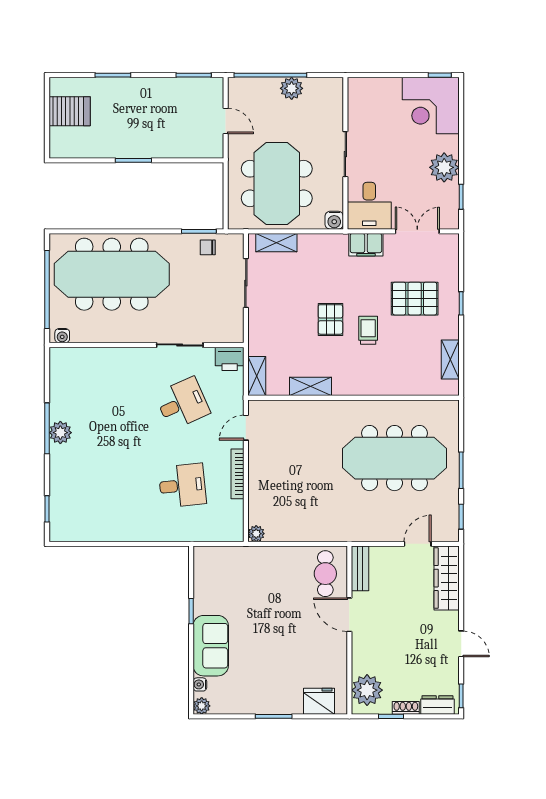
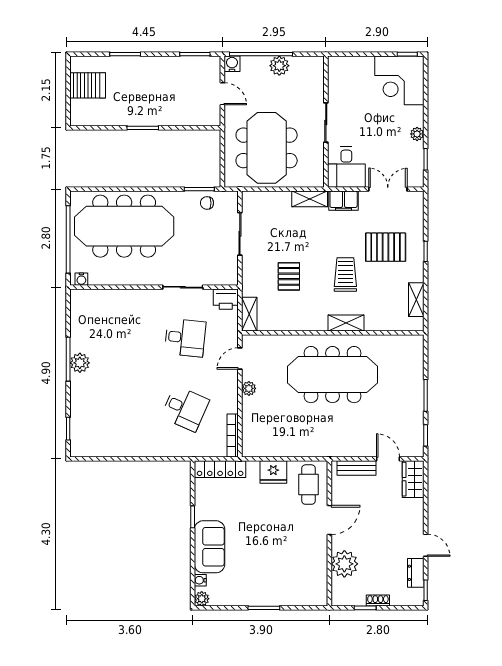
plant: (444, 167) -> (417, 134), width x0.53, depth x0.53
water cooler: (334, 220) -> (232, 64), moved, turned 180
shelving: (276, 243) -> (310, 199), moved
pallet: (330, 319) -> (289, 276), moved
trolley: (368, 330) -> (345, 274), width x1.36, depth x1.39
shelving: (311, 386) -> (346, 323), moved
desk: (182, 403) -> (185, 338), turned 30
meeting table: (394, 458) -> (333, 375), moved
bookcase: (237, 474) -> (233, 435), moved
desk: (182, 485) -> (185, 408), turned 30
plant: (256, 534) -> (249, 388), moved
door: (418, 544) -> (388, 459), hinge flipped
locker: (223, 556) -> (220, 469), added
bench: (360, 568) -> (357, 468), moved, turned 90
wardrobe: (447, 578) -> (413, 479), width x0.67
door: (349, 615) -> (329, 520), swing flipped
plant: (367, 690) -> (344, 564), moved
fridge: (319, 701) -> (273, 472), moved, turned 180
dresser: (437, 705) -> (416, 573), moved, turned -90

